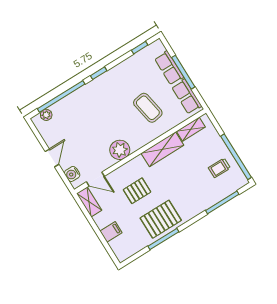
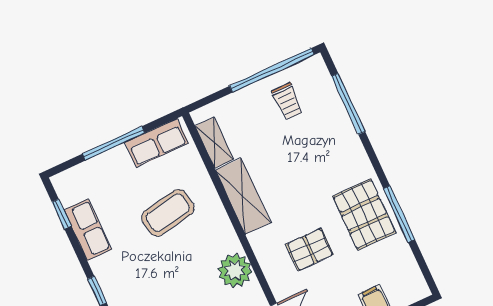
row of seats: (169, 68) -> (88, 230), moved, turned -90
pallet: (137, 191) -> (310, 249), turned 90

